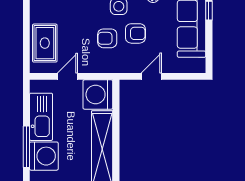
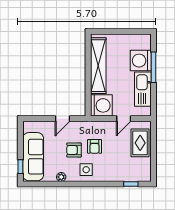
armchair: (107, 38) -> (95, 146), turned 90

